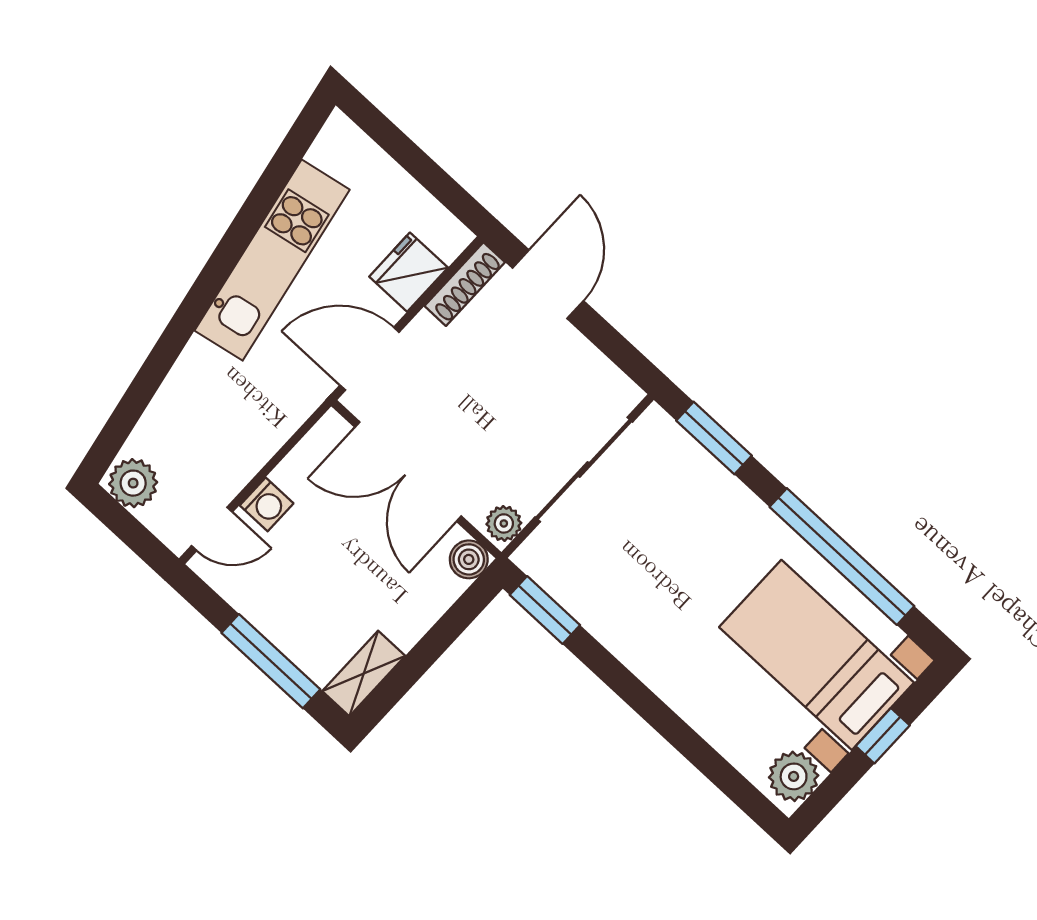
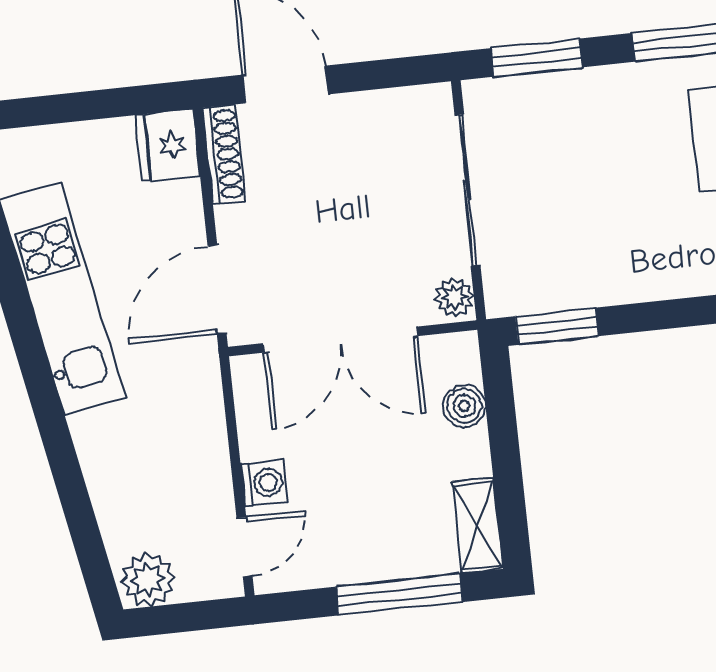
fridge: (409, 272) -> (168, 145), moved
boiler: (469, 559) -> (464, 406), moved

